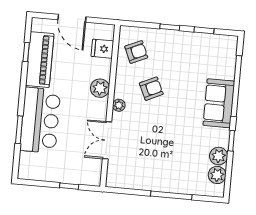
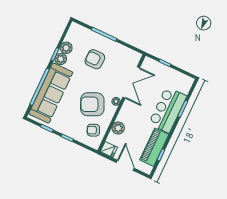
fridge: (102, 49) -> (109, 149), moved
plant: (100, 88) -> (118, 128), moved
armchair: (151, 89) -> (92, 104), width x1.88, depth x1.88
sofa: (219, 103) -> (51, 93), width x1.85, depth x1.27
double door: (107, 140) -> (131, 82), width x1.37
armchair: (171, 155) -> (95, 59), added
plant: (217, 175) -> (61, 59), moved

